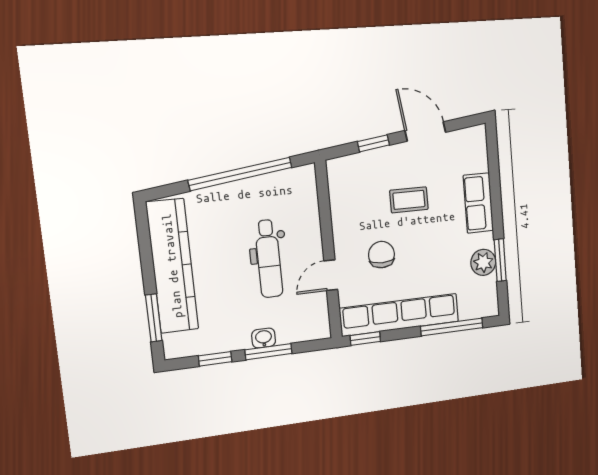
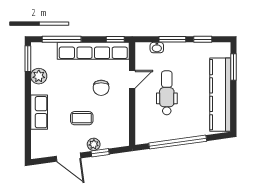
plant: (386, 157) -> (94, 144), added
window: (500, 260) -> (28, 59), moved
washbasin: (264, 338) -> (157, 48), moved

